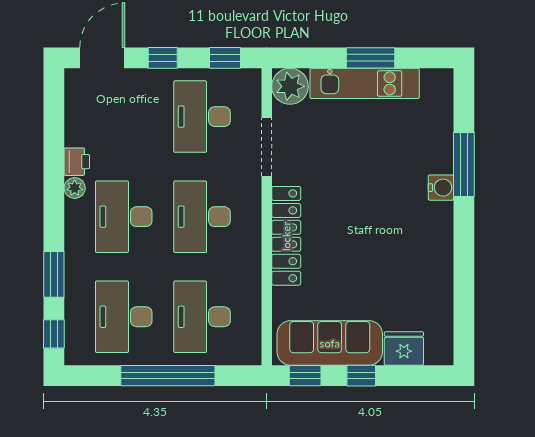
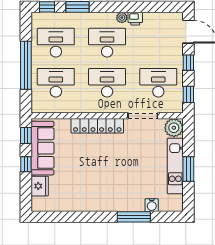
water cooler: (441, 188) -> (152, 205), moved

